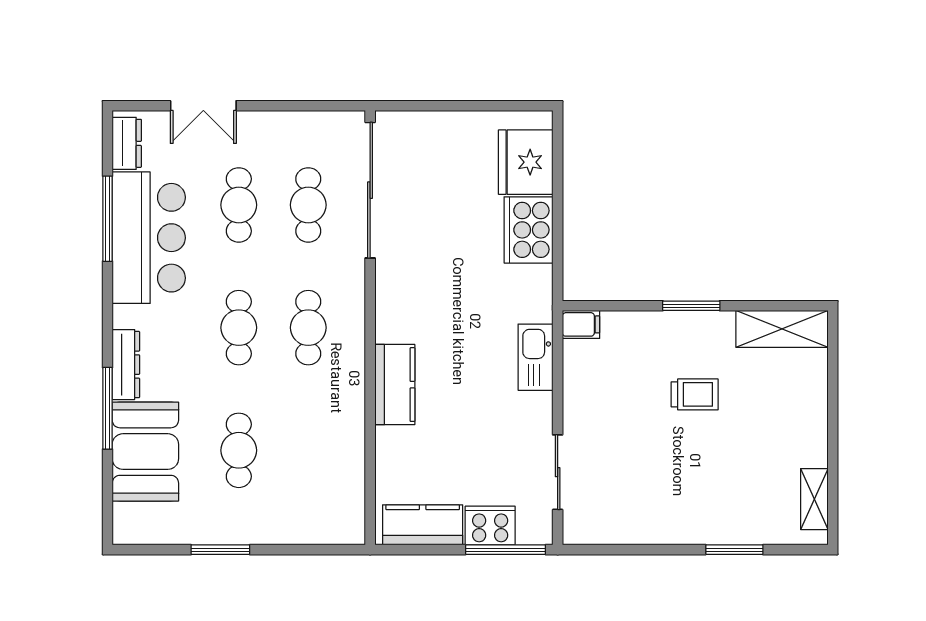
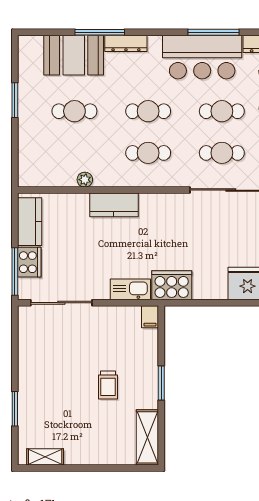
cooker: (529, 230) -> (172, 285), moved
plant: (353, 433) -> (85, 180), added
sliding door: (558, 472) -> (61, 303), width x1.37

